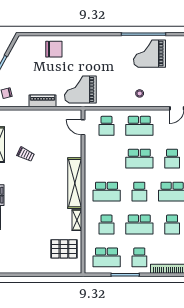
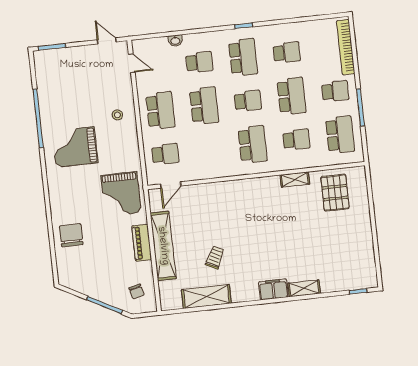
grand piano: (150, 54) -> (75, 147), moved, turned 90
shelving: (75, 183) -> (163, 246), moved, turned 90

